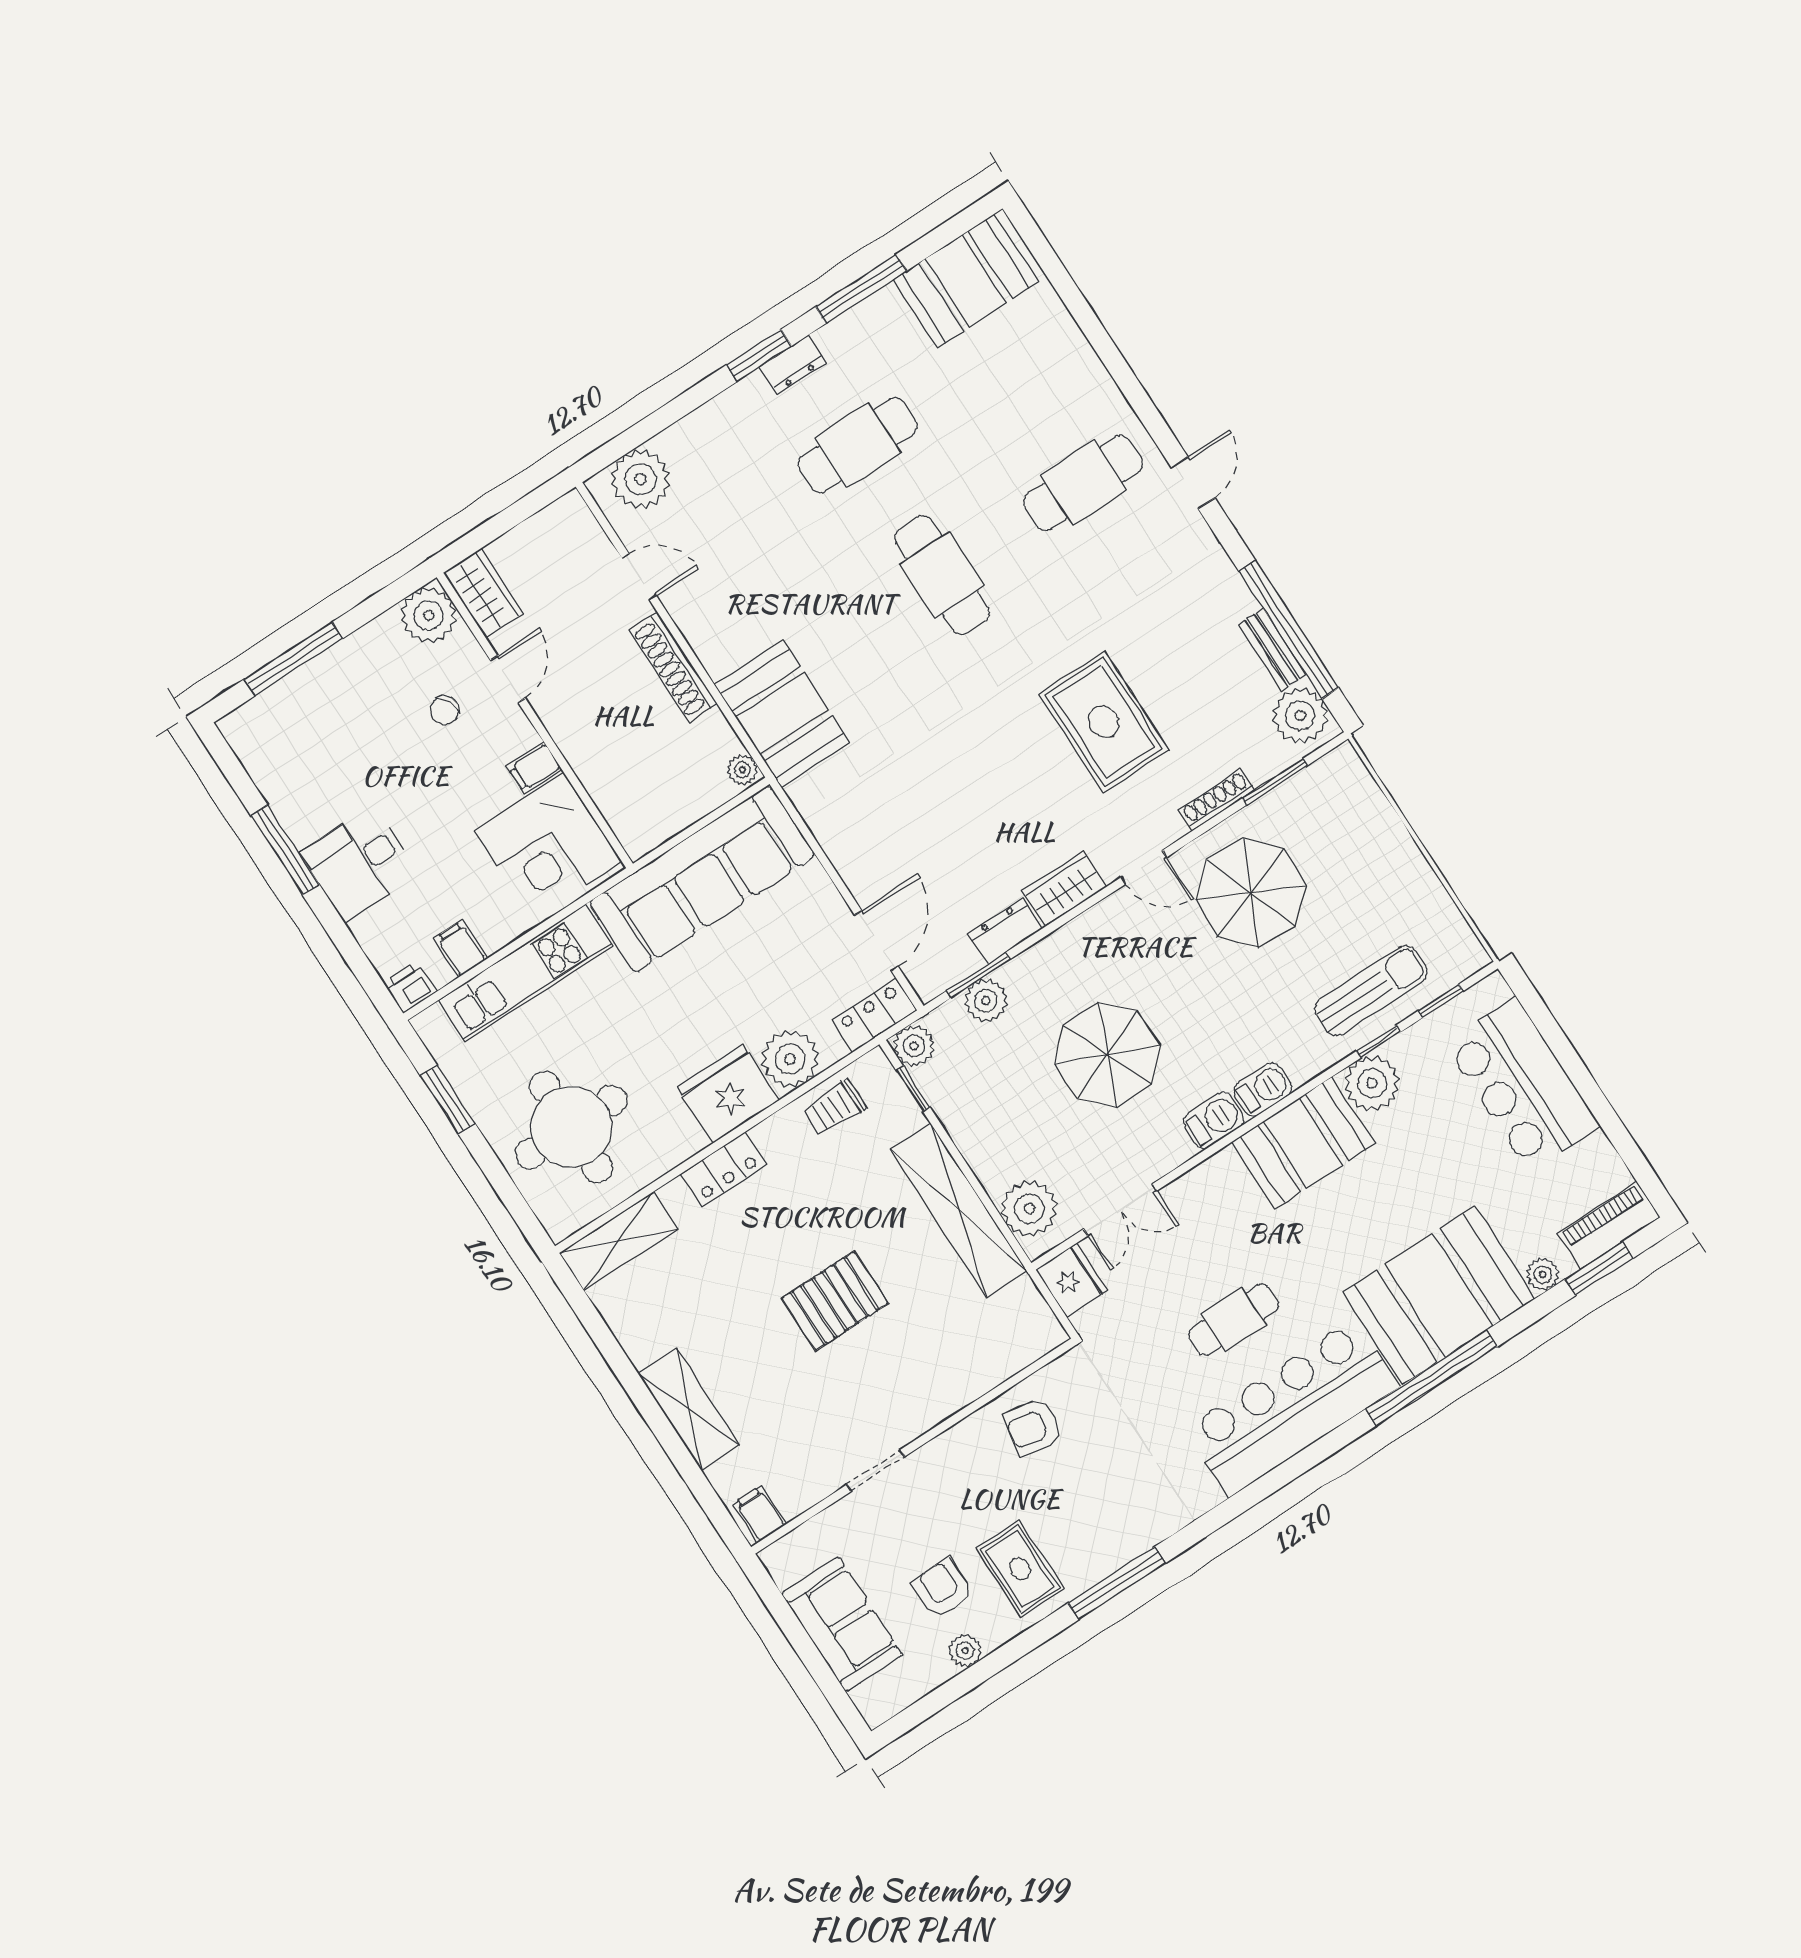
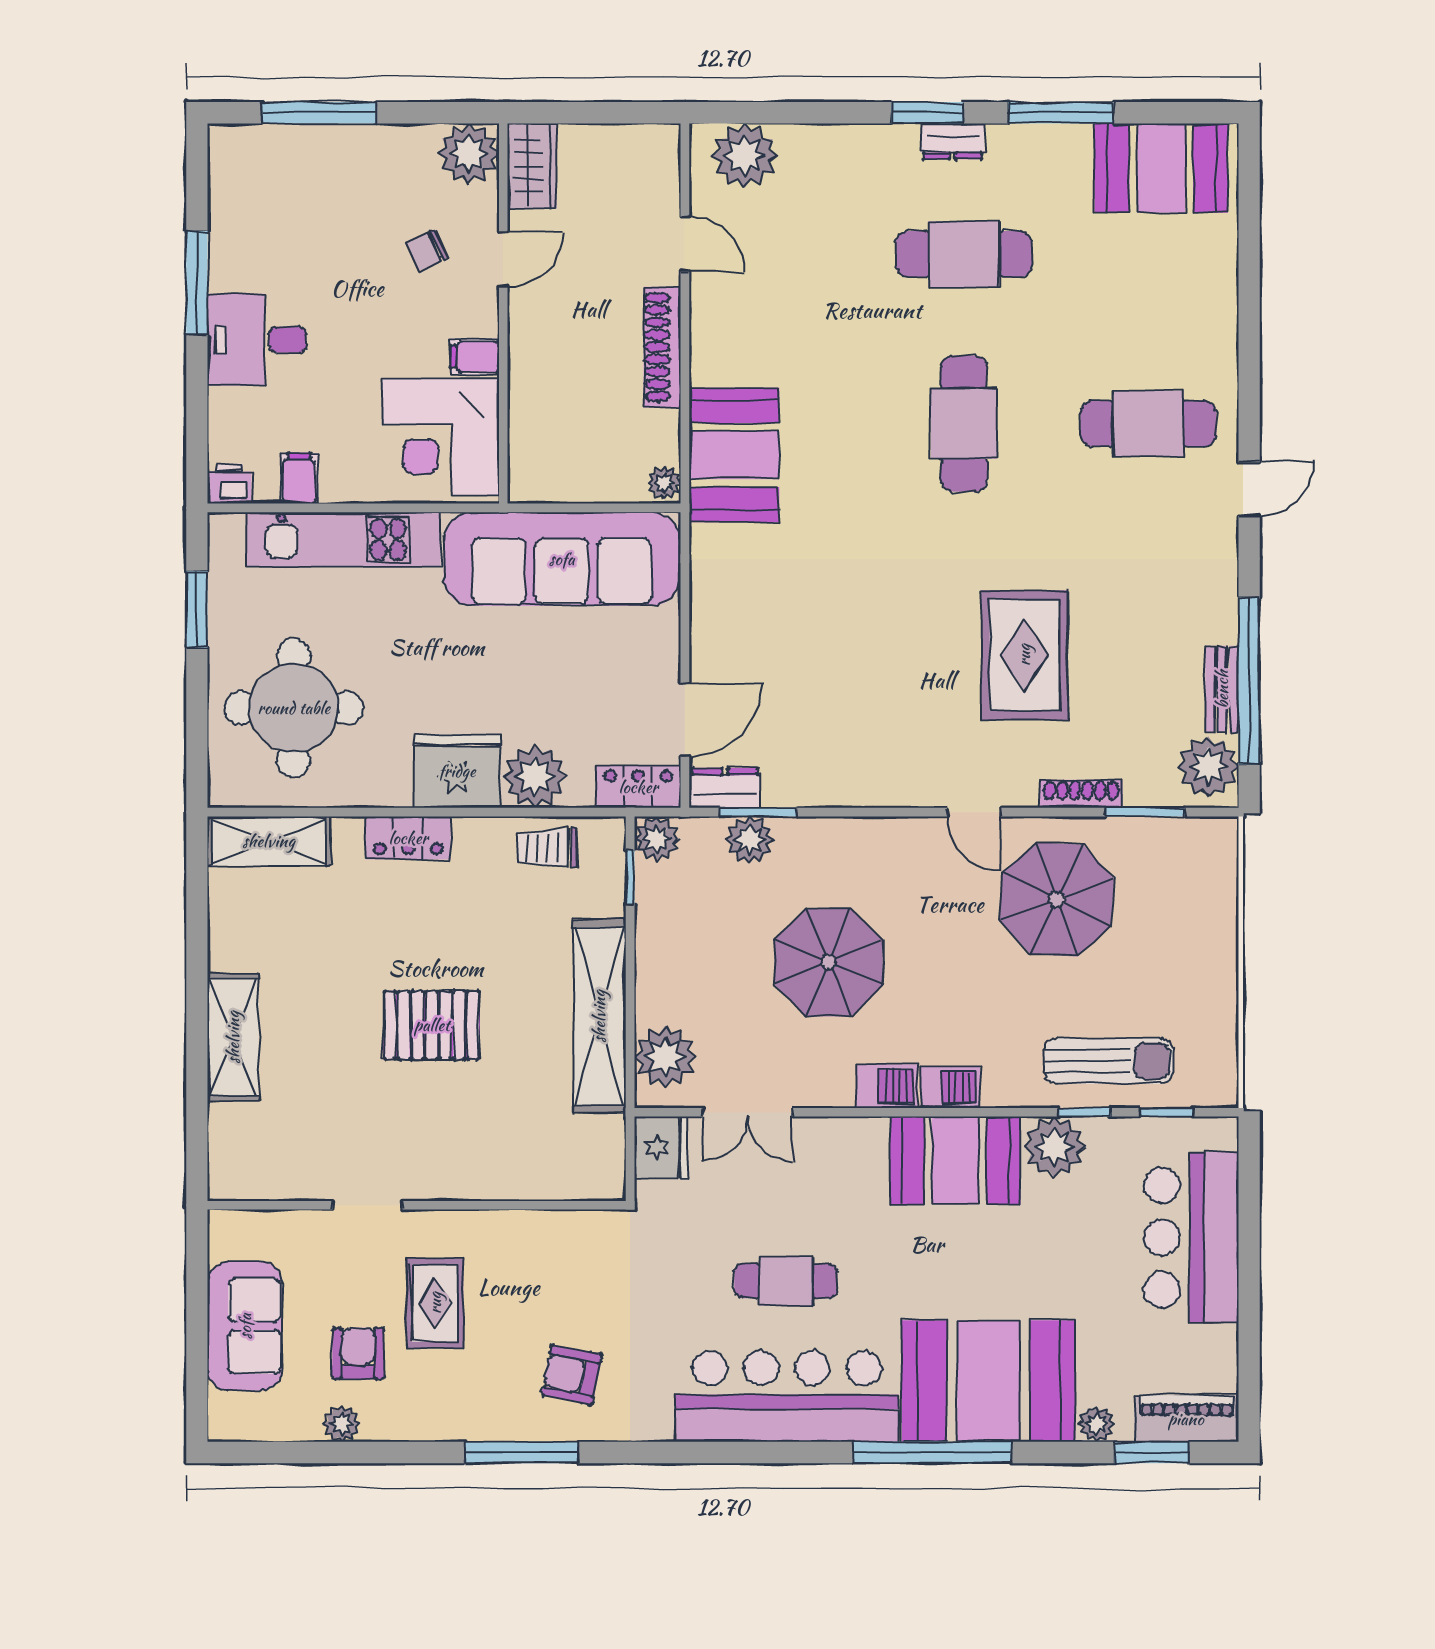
wardrobe: (1064, 889) -> (888, 784), removed
dresser: (1005, 931) -> (725, 788), moved
armchair: (1033, 1427) -> (572, 1375), moved
filing cabinet: (760, 1514) -> (235, 1176), removed
rug: (1020, 1569) -> (435, 1303), moved

